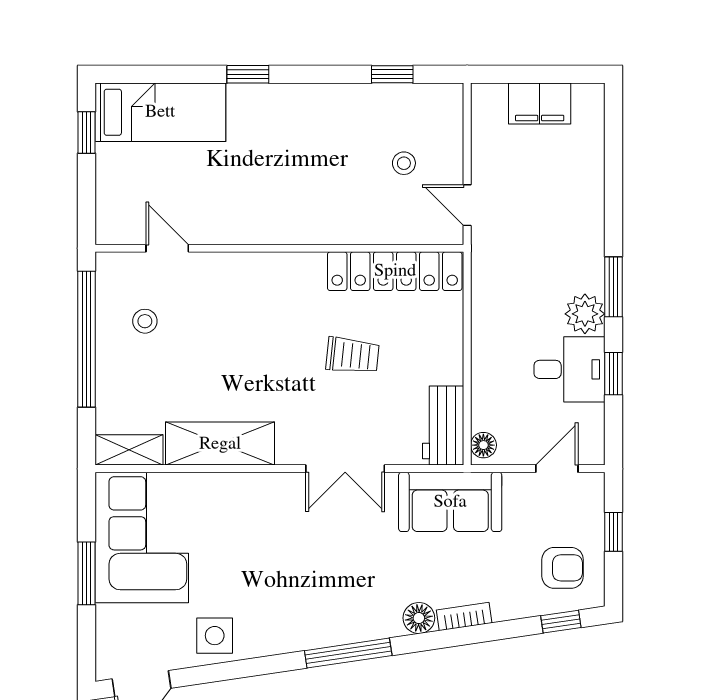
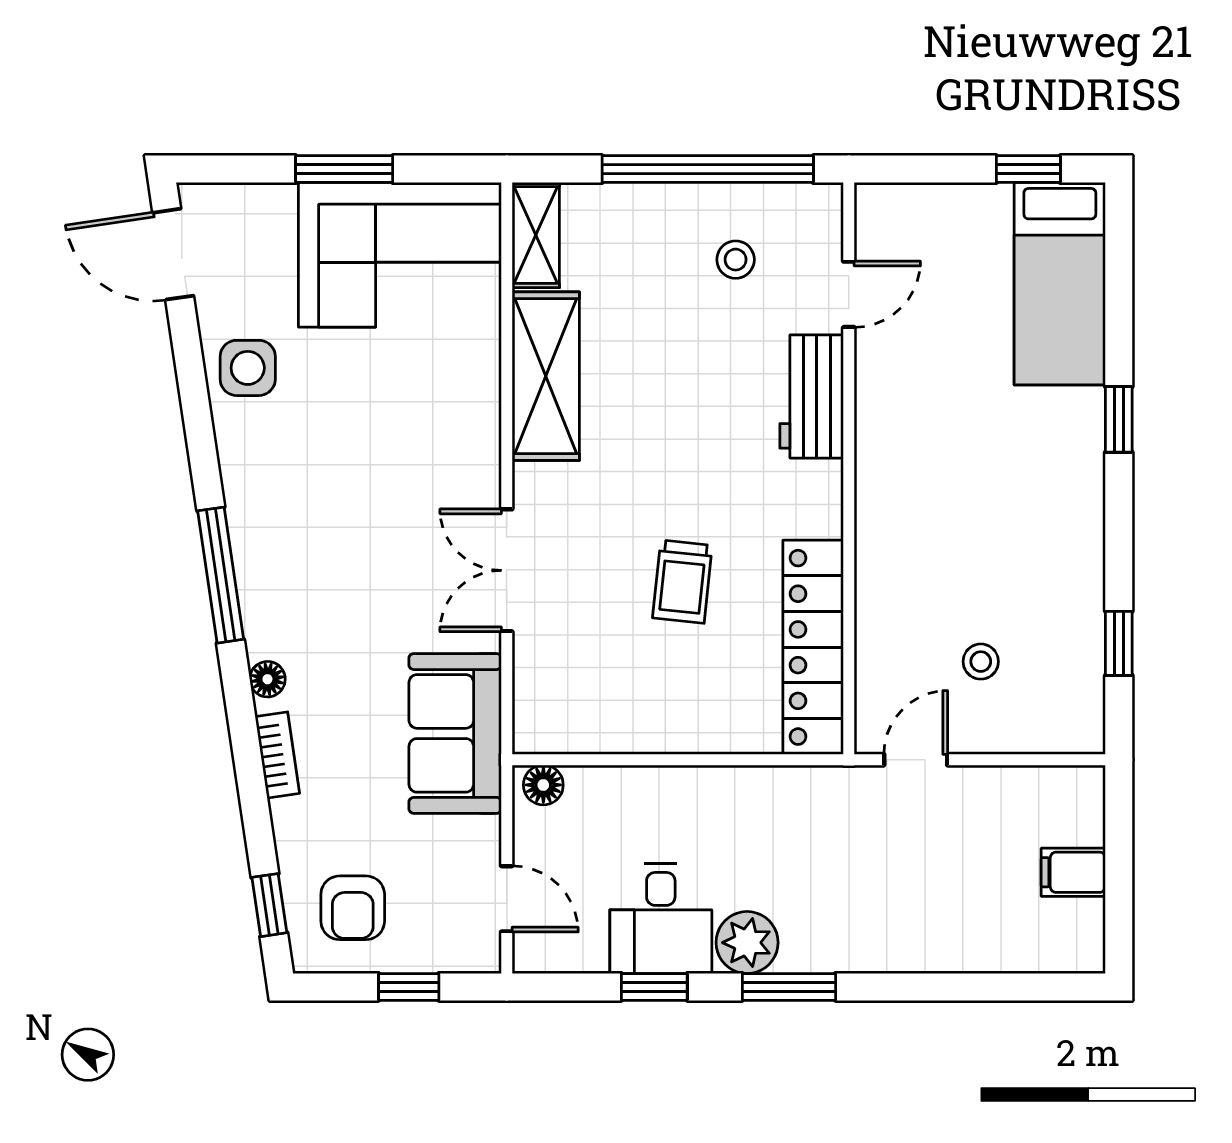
filing cabinet: (540, 104) -> (1073, 872), width x0.50
workbench: (443, 426) -> (812, 396), moved, turned -90
floor lamp: (419, 618) -> (267, 679), width x0.73, depth x0.73

